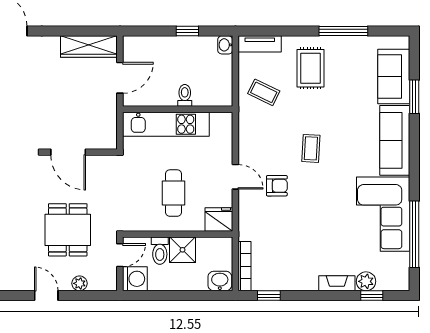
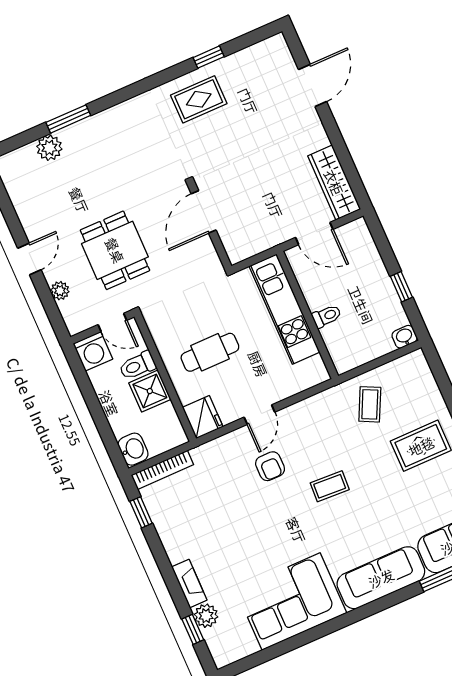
tv unit: (260, 44) -> (423, 375), removed
dining table: (68, 230) -> (115, 250), turned 90
window: (414, 234) -> (284, 647), removed

